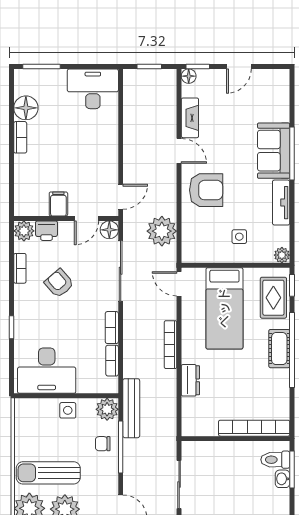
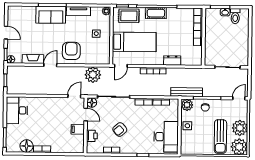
door: (121, 197) -> (74, 96), hinge flipped
plant: (24, 231) -> (92, 148), removed
toilet: (275, 460) -> (235, 16), moved

